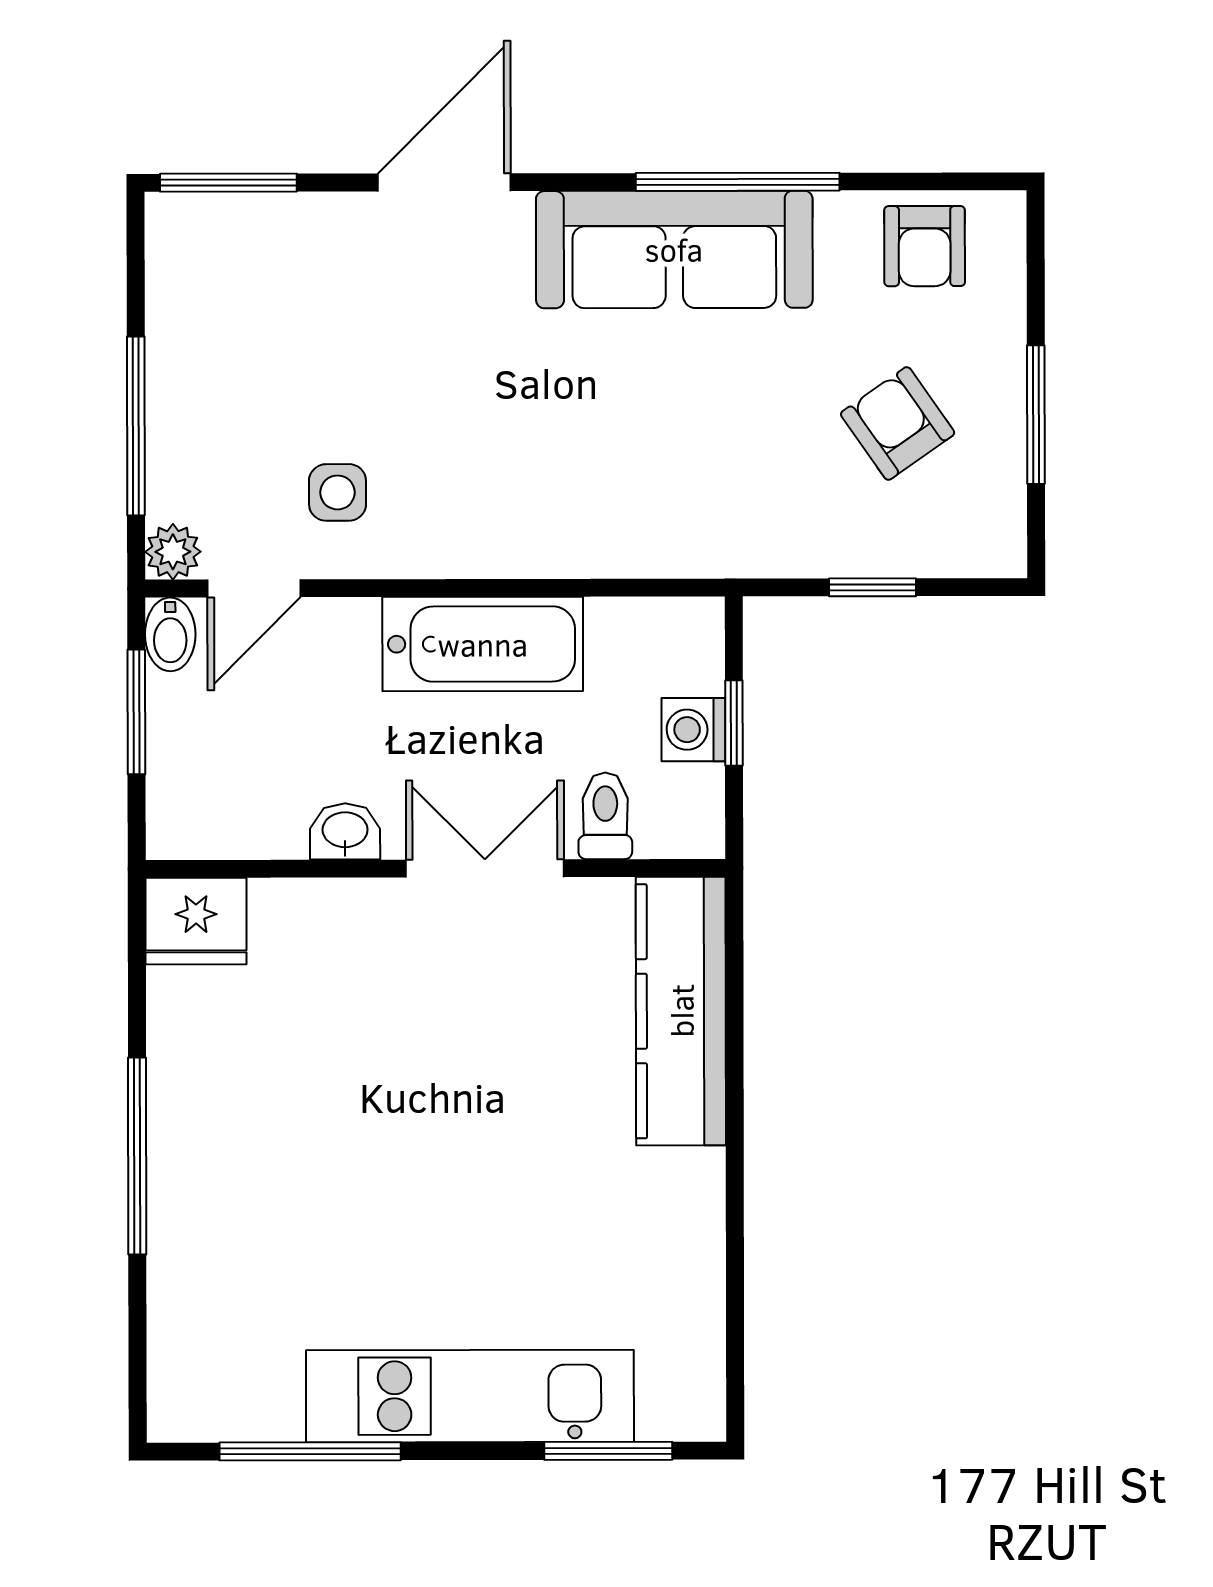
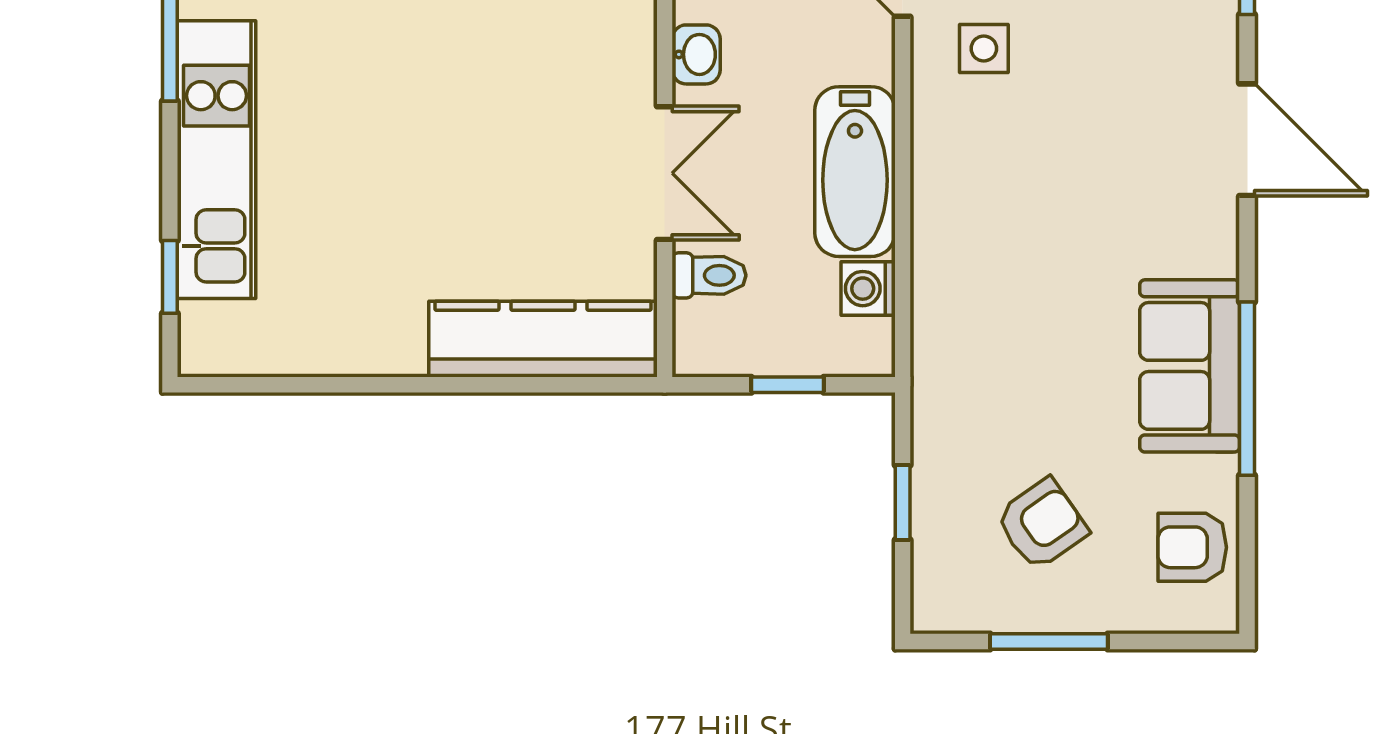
sofa: (674, 249) -> (1190, 366), width x0.73
washing machine: (693, 730) -> (868, 289), moved, turned -90
window: (608, 1451) -> (170, 277), width x0.67

